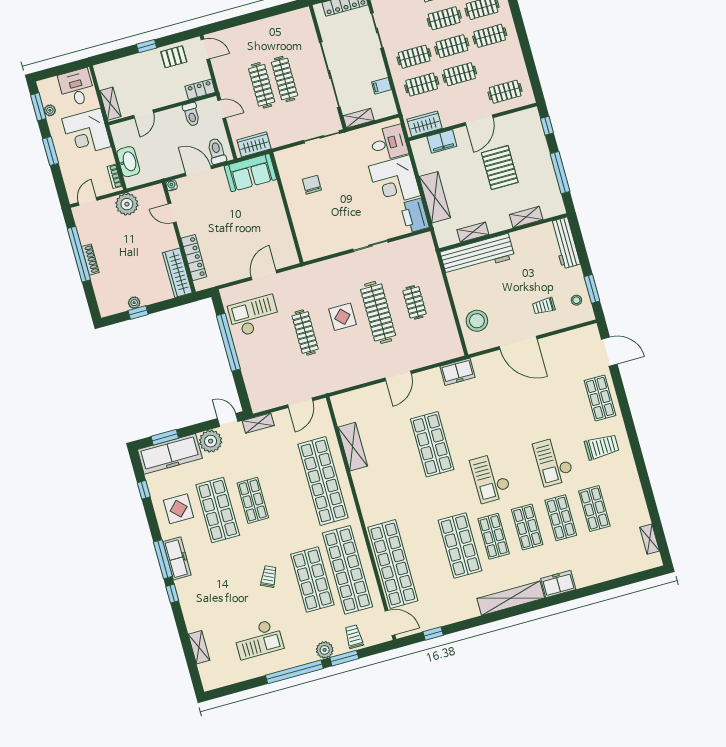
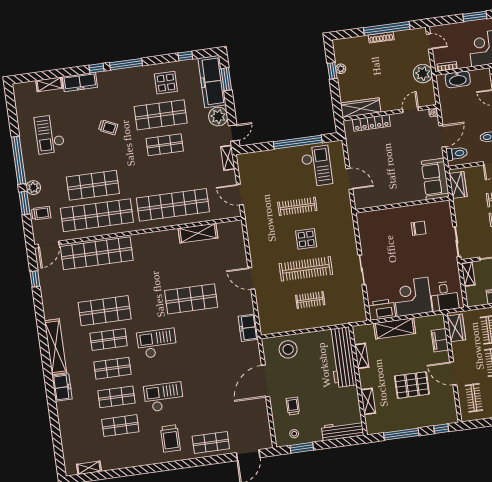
freezer: (177, 558) -> (80, 82), moved
trolley: (269, 576) -> (108, 127), moved

